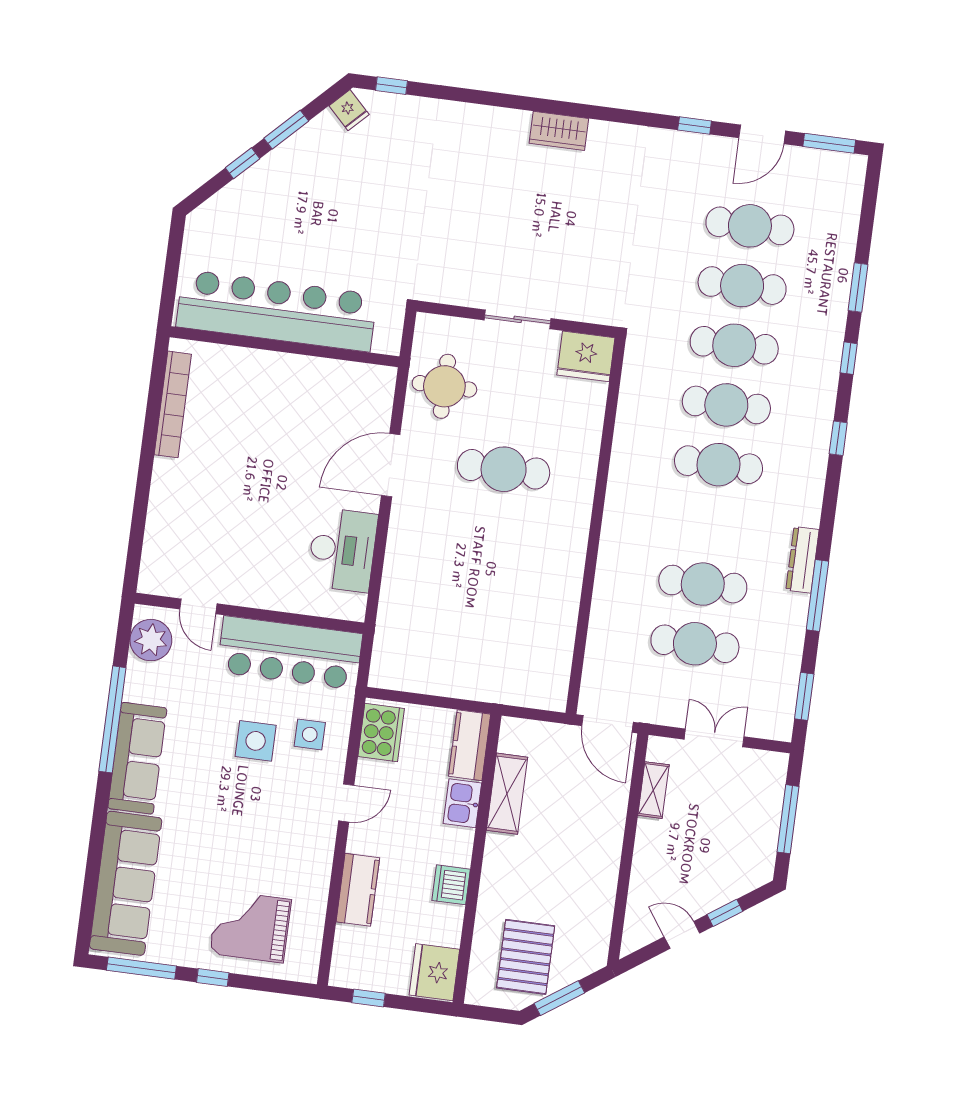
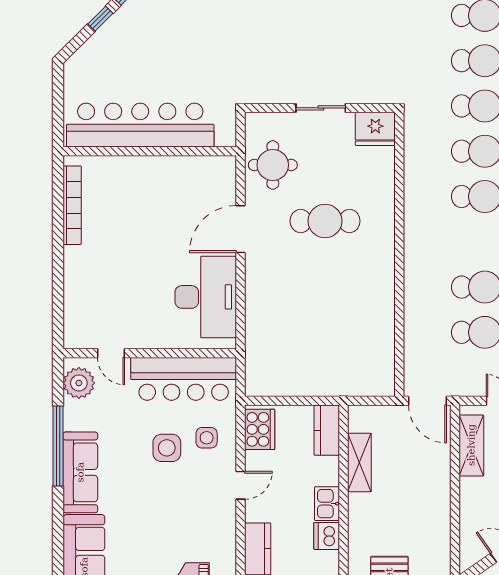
desk: (342, 550) -> (206, 297), width x1.36, depth x1.30
shelving: (653, 790) -> (471, 445), width x1.50, depth x1.33
kitchen sink: (462, 803) -> (327, 504), moved

